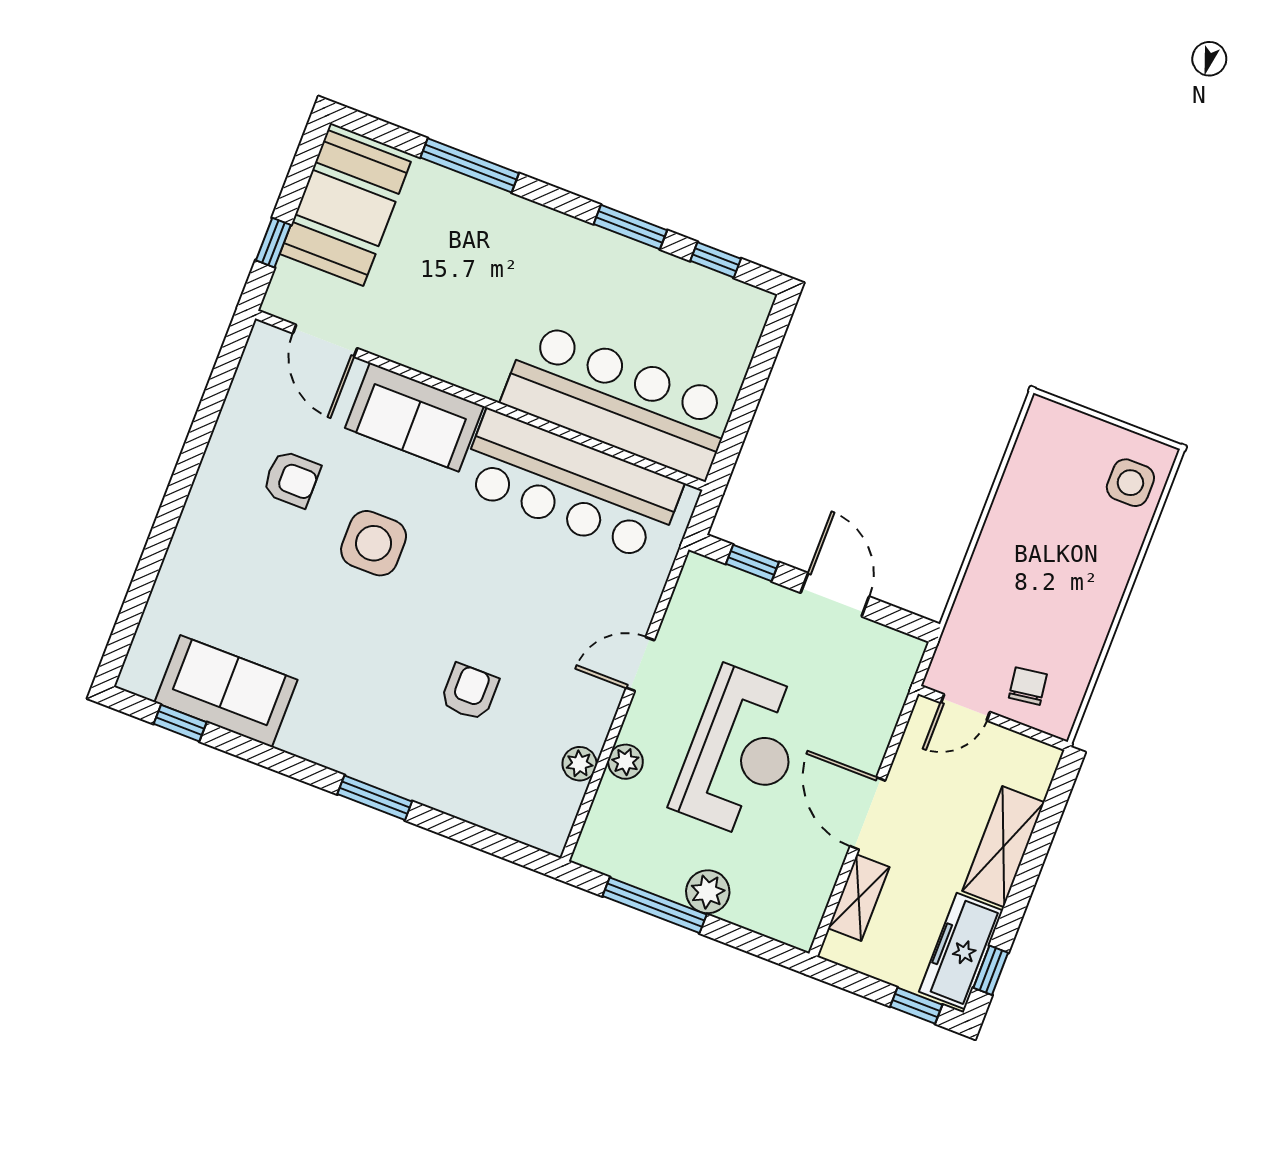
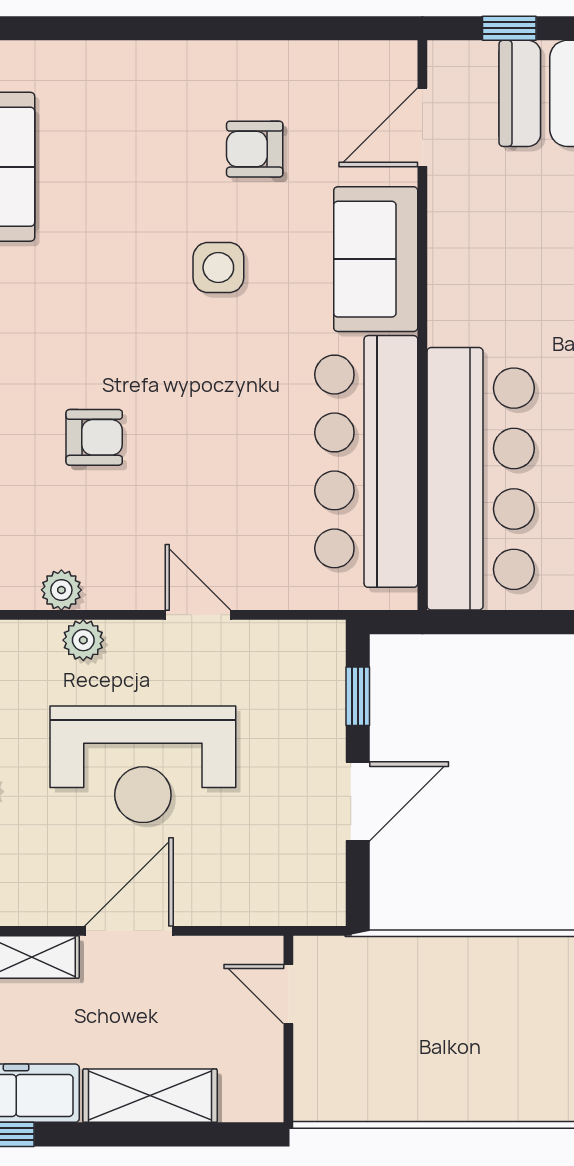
armchair: (291, 479) -> (255, 149), turned 90
side table: (374, 543) -> (218, 268), width x0.73, depth x0.73
chair: (1028, 686) -> (339, 1054), removed

